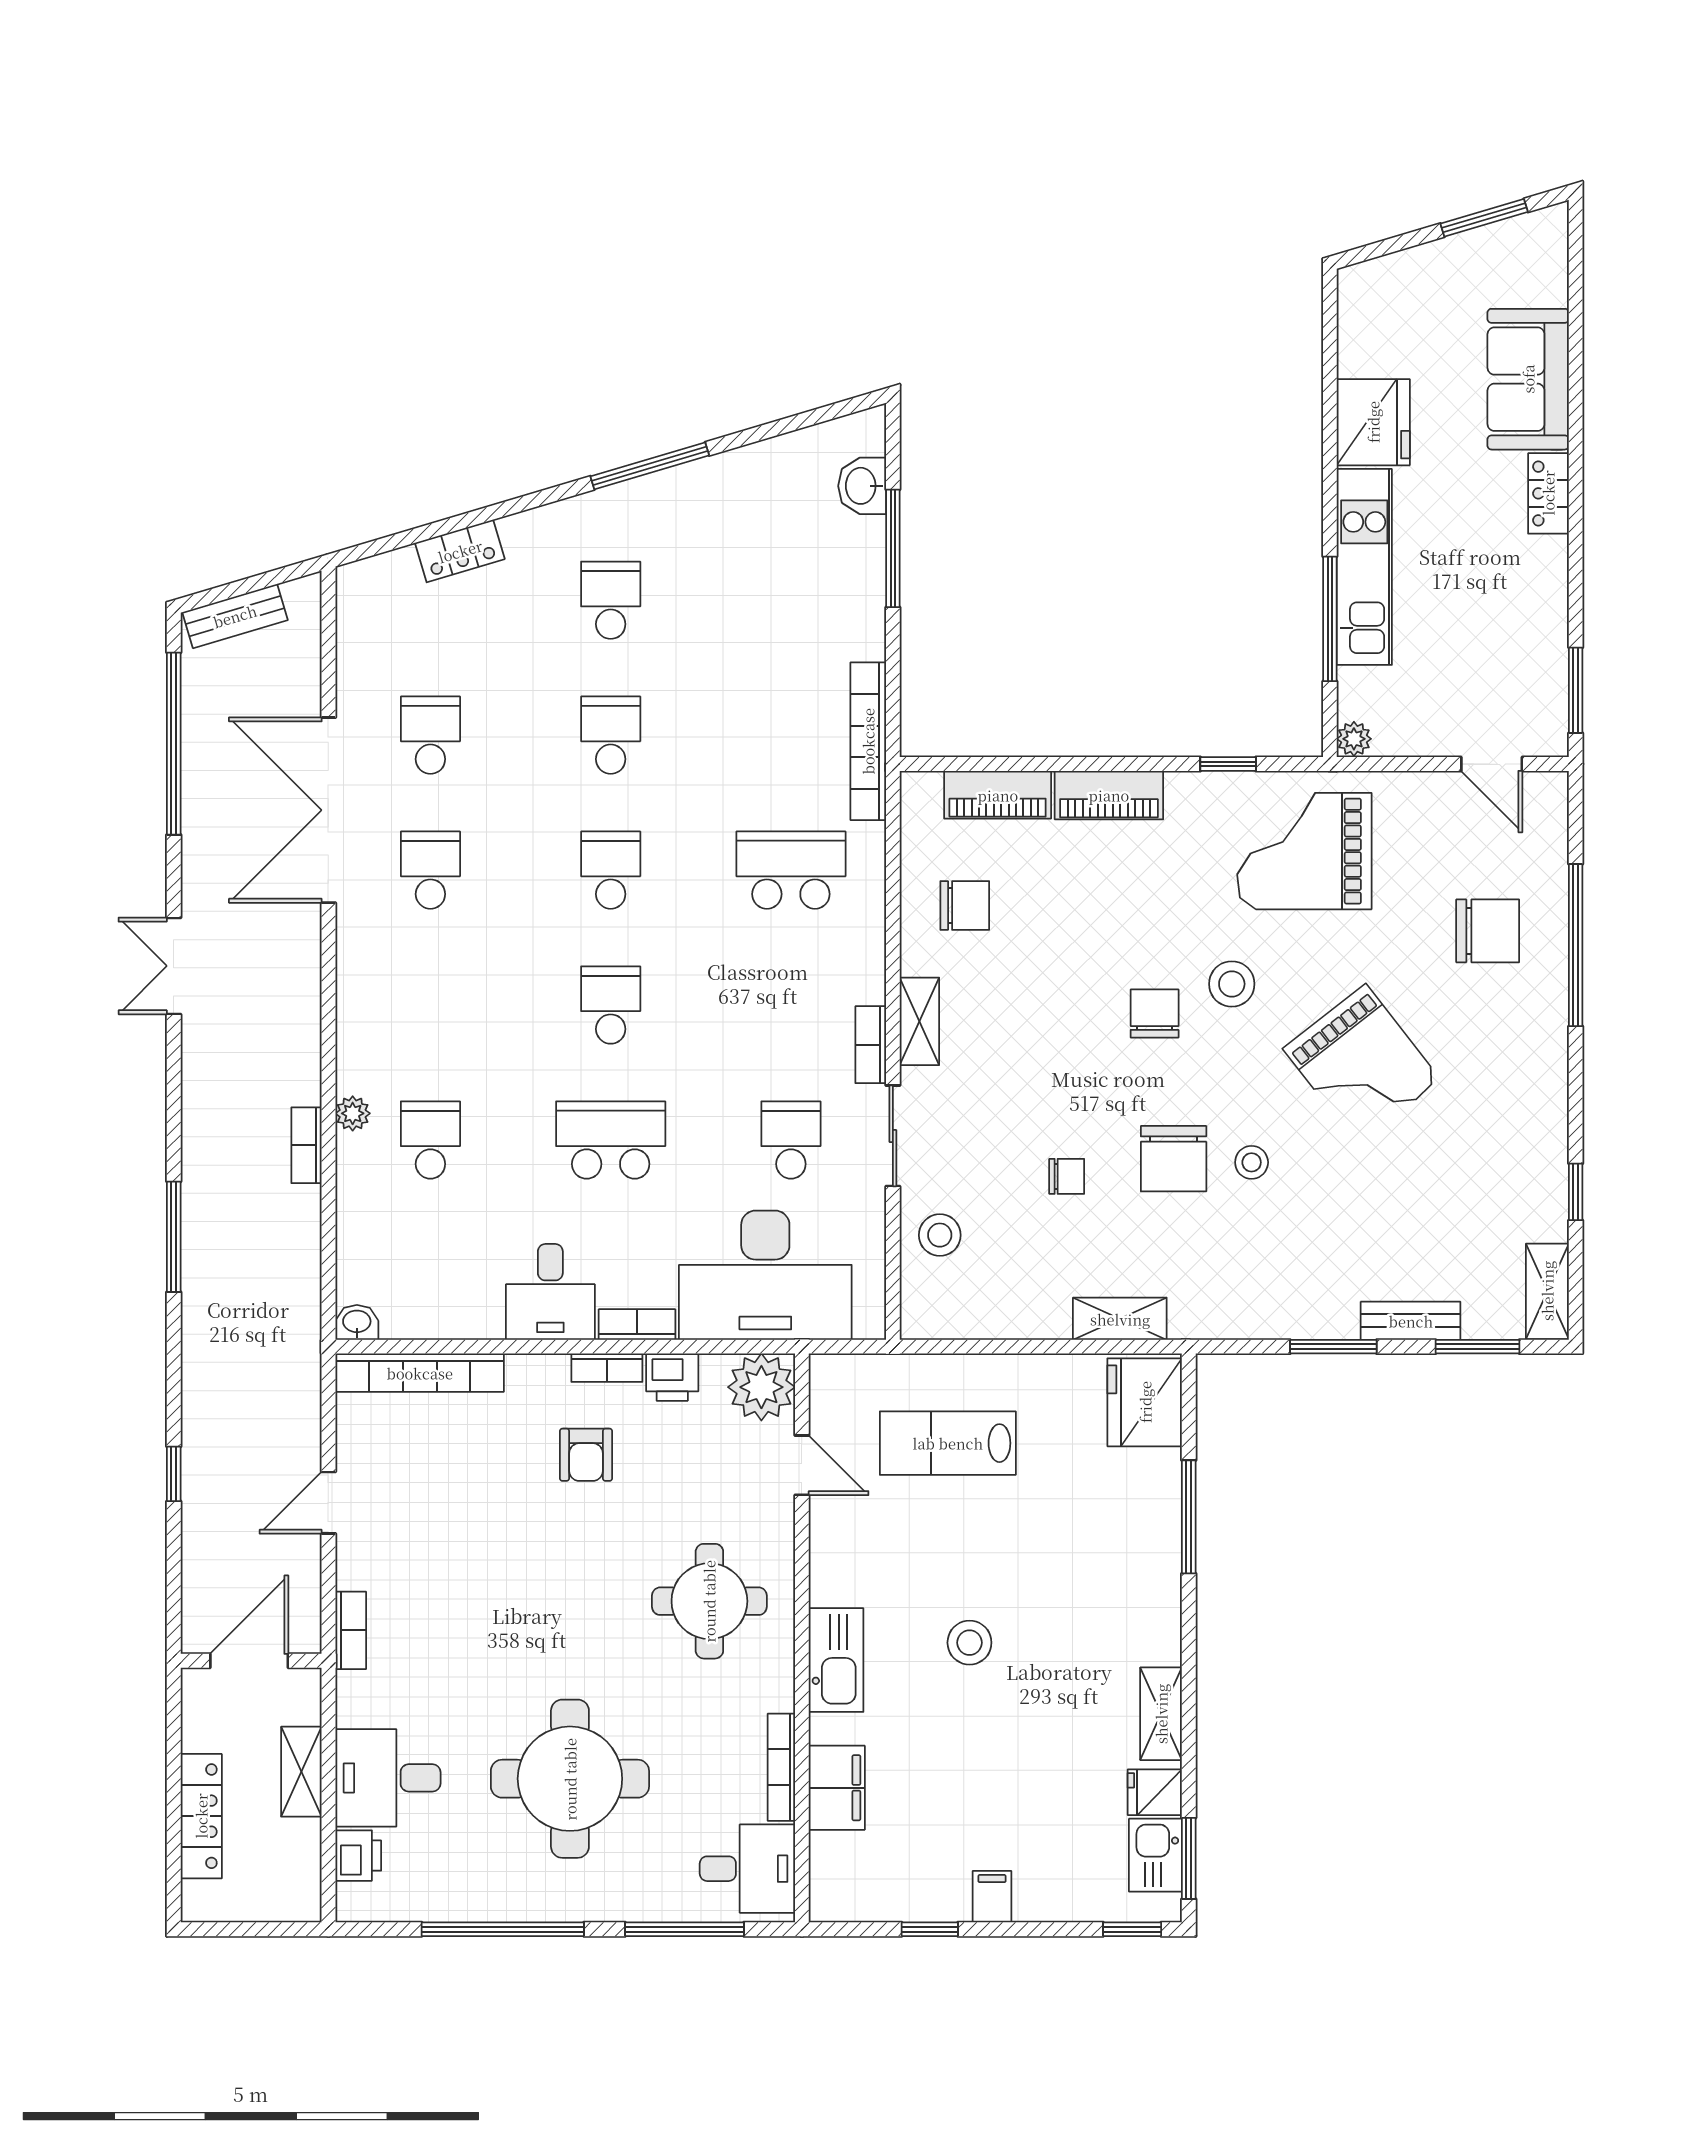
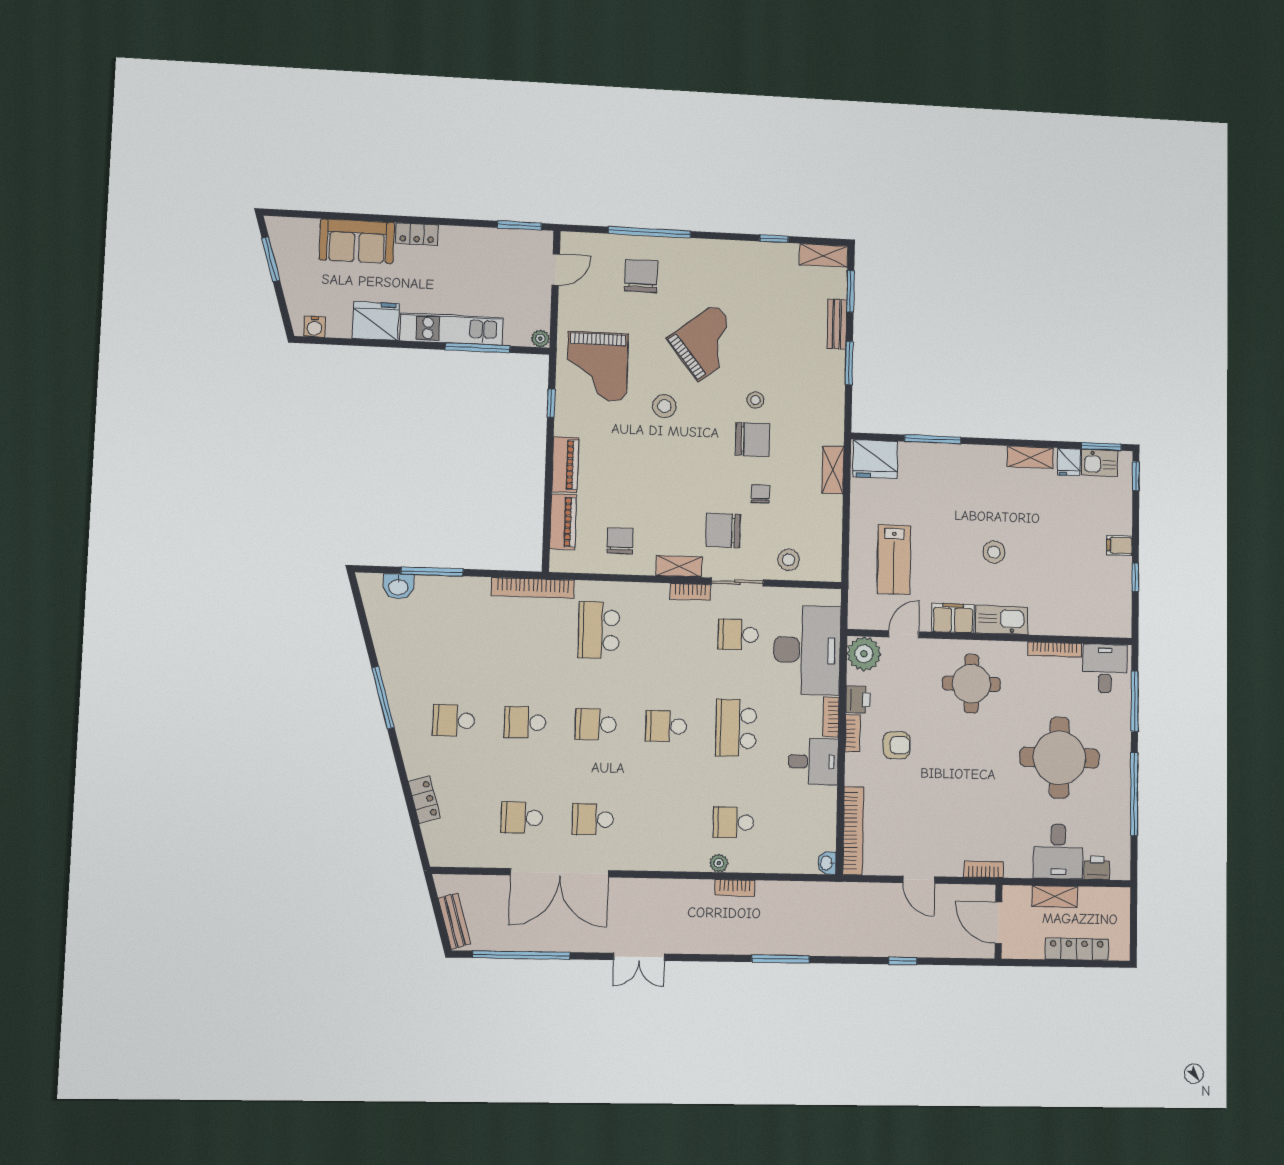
water cooler: (1357, 306) -> (315, 327), added
chair: (1155, 1014) -> (723, 530), moved, width x1.37, depth x1.37
filing cabinet: (837, 1788) -> (953, 618), moved

